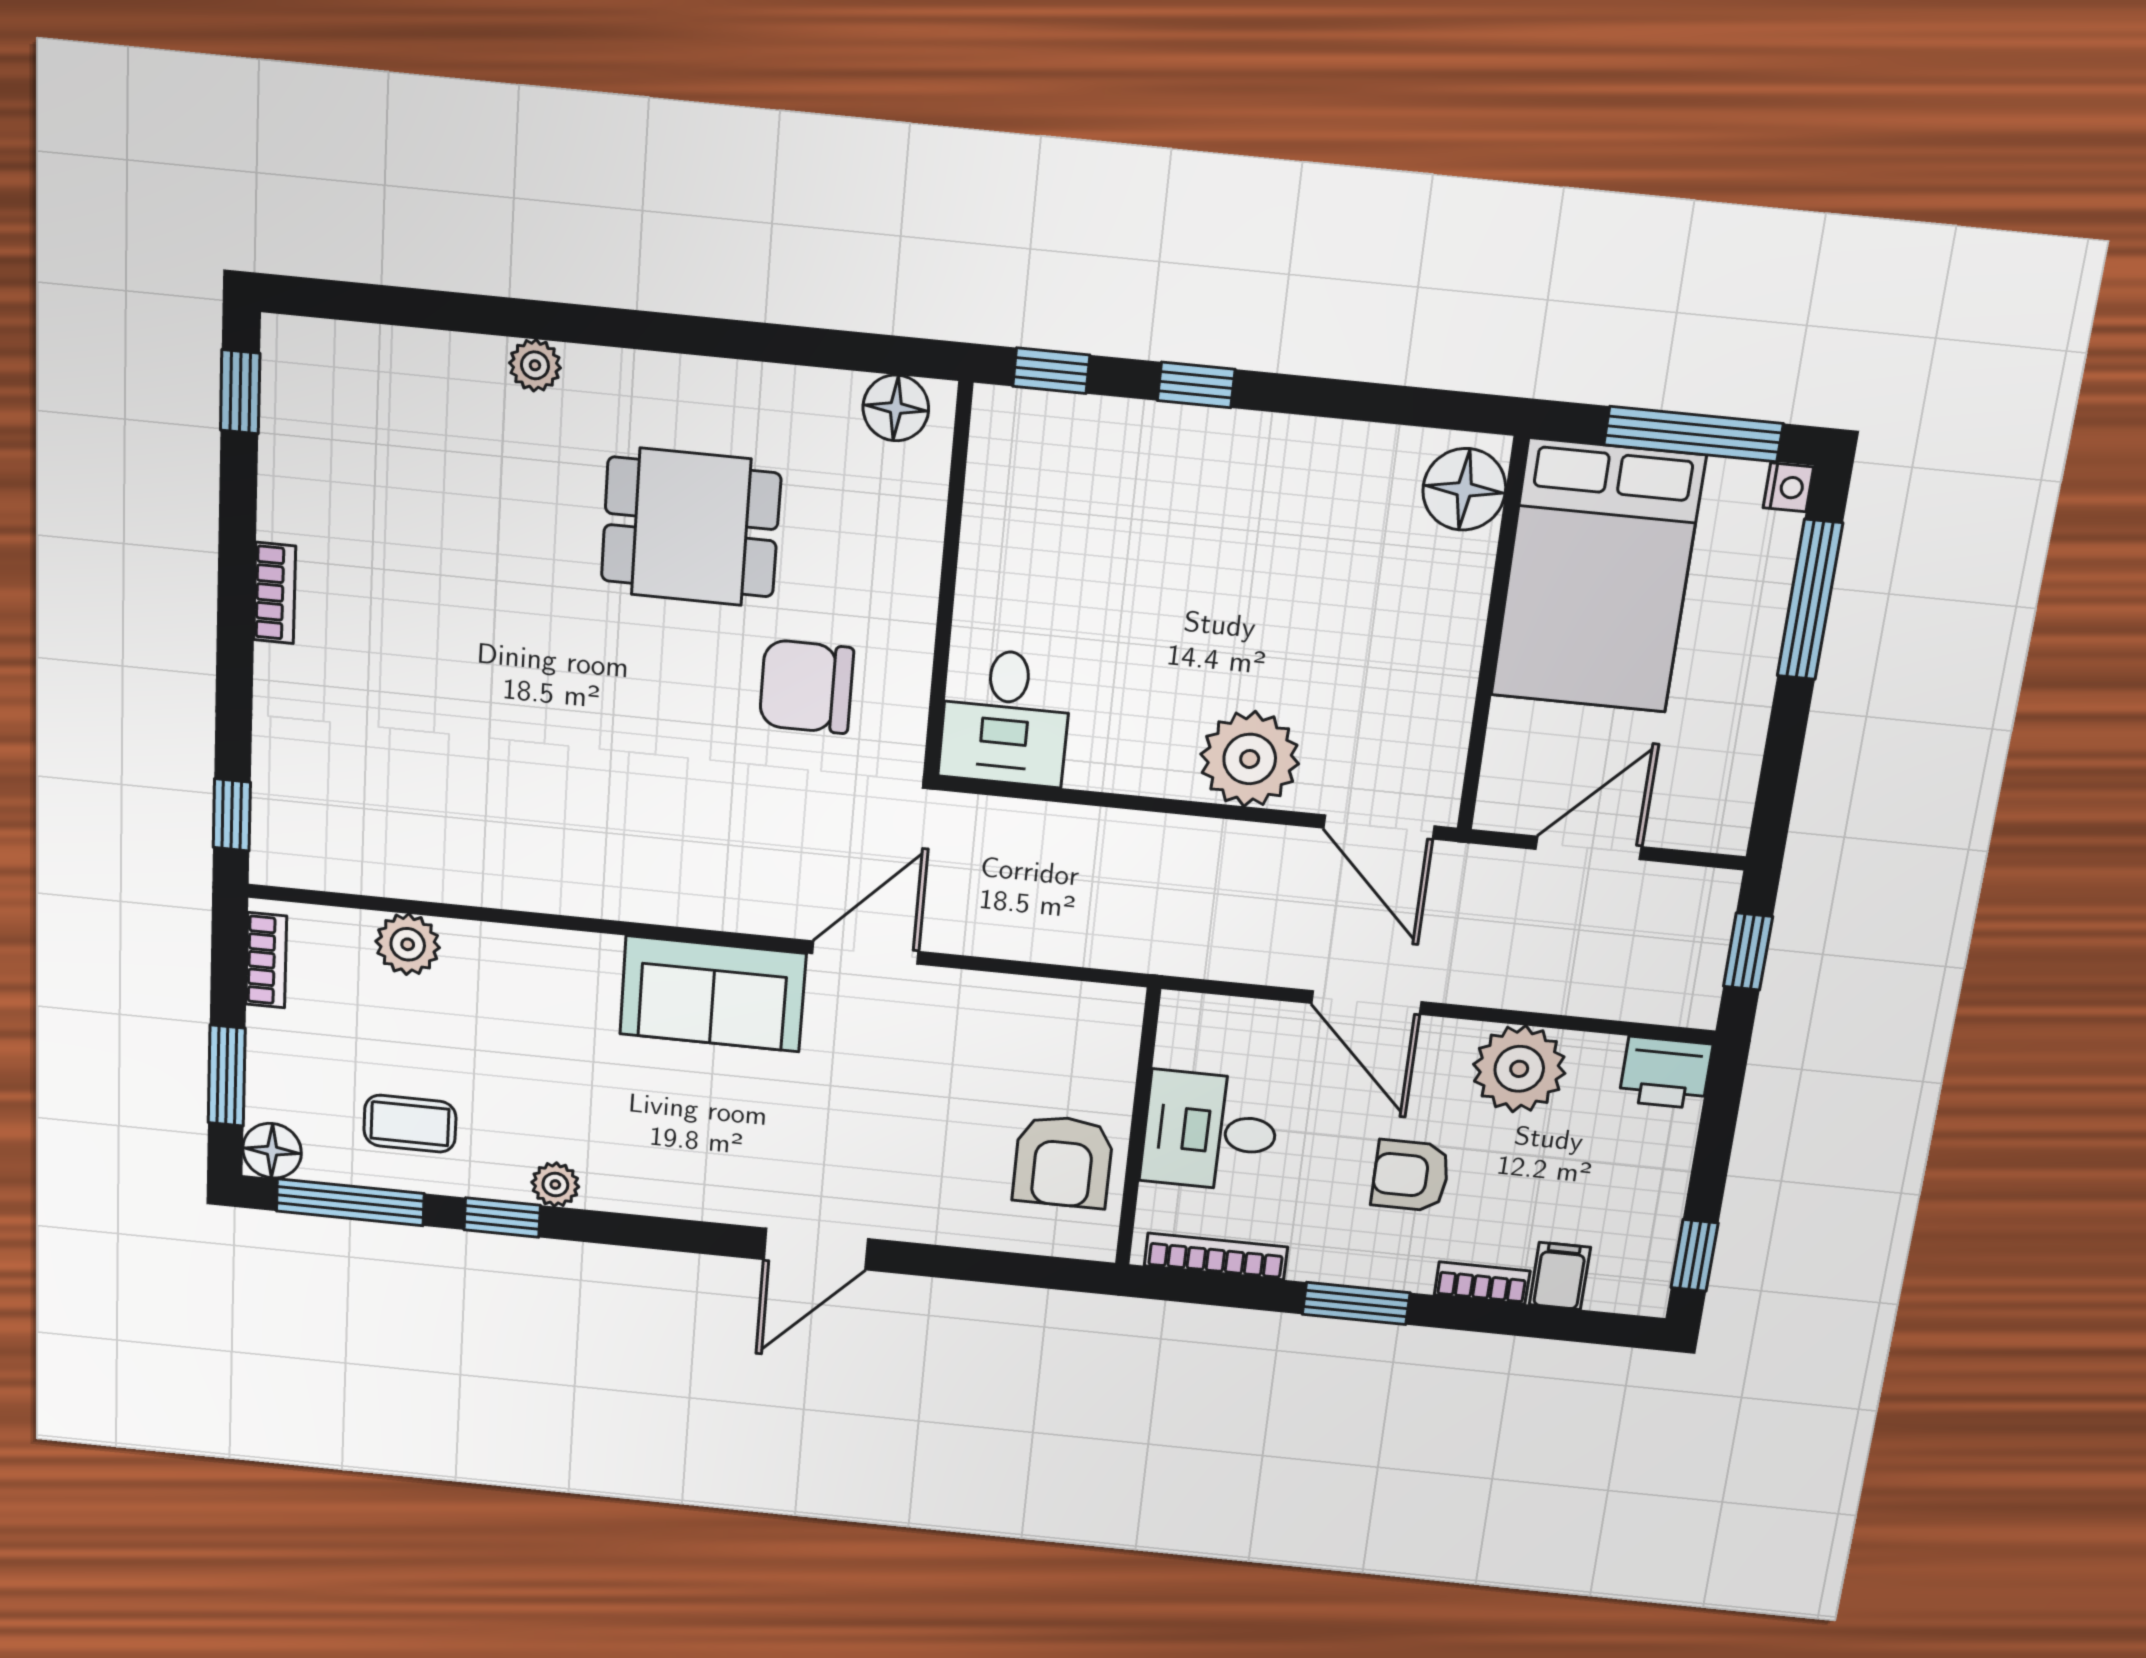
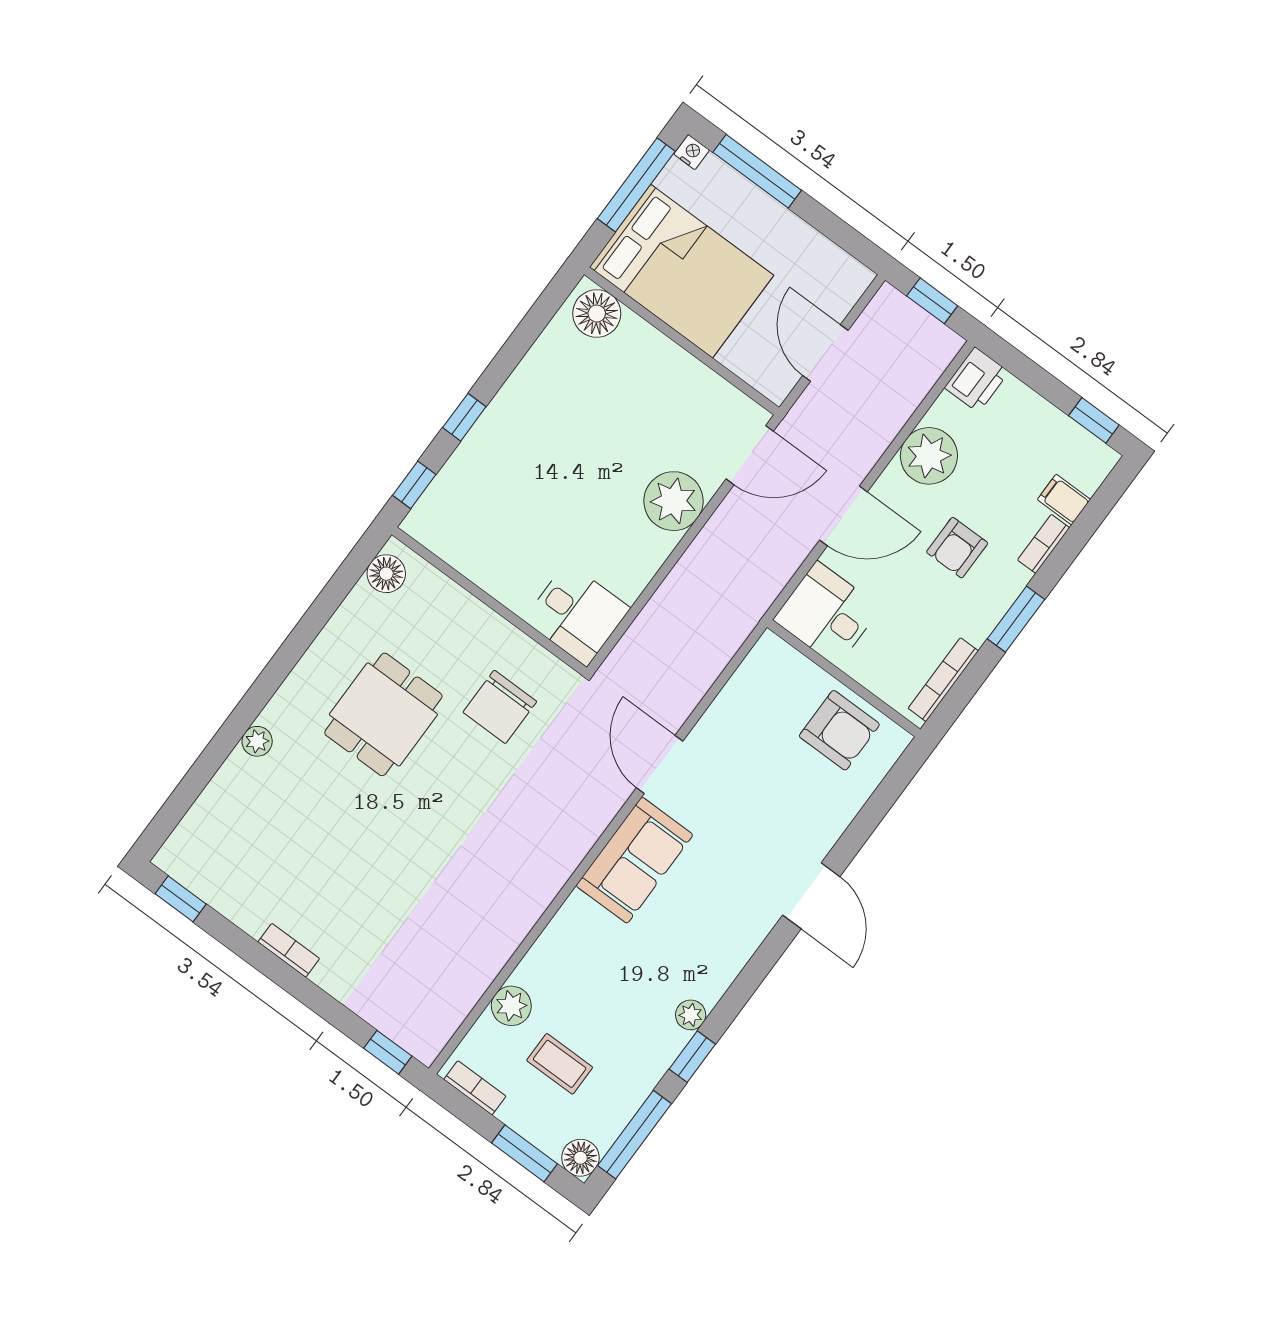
coffee table: (410, 1124) -> (560, 1064), moved, turned 90
desk: (1210, 1131) -> (827, 614), moved, turned 90

